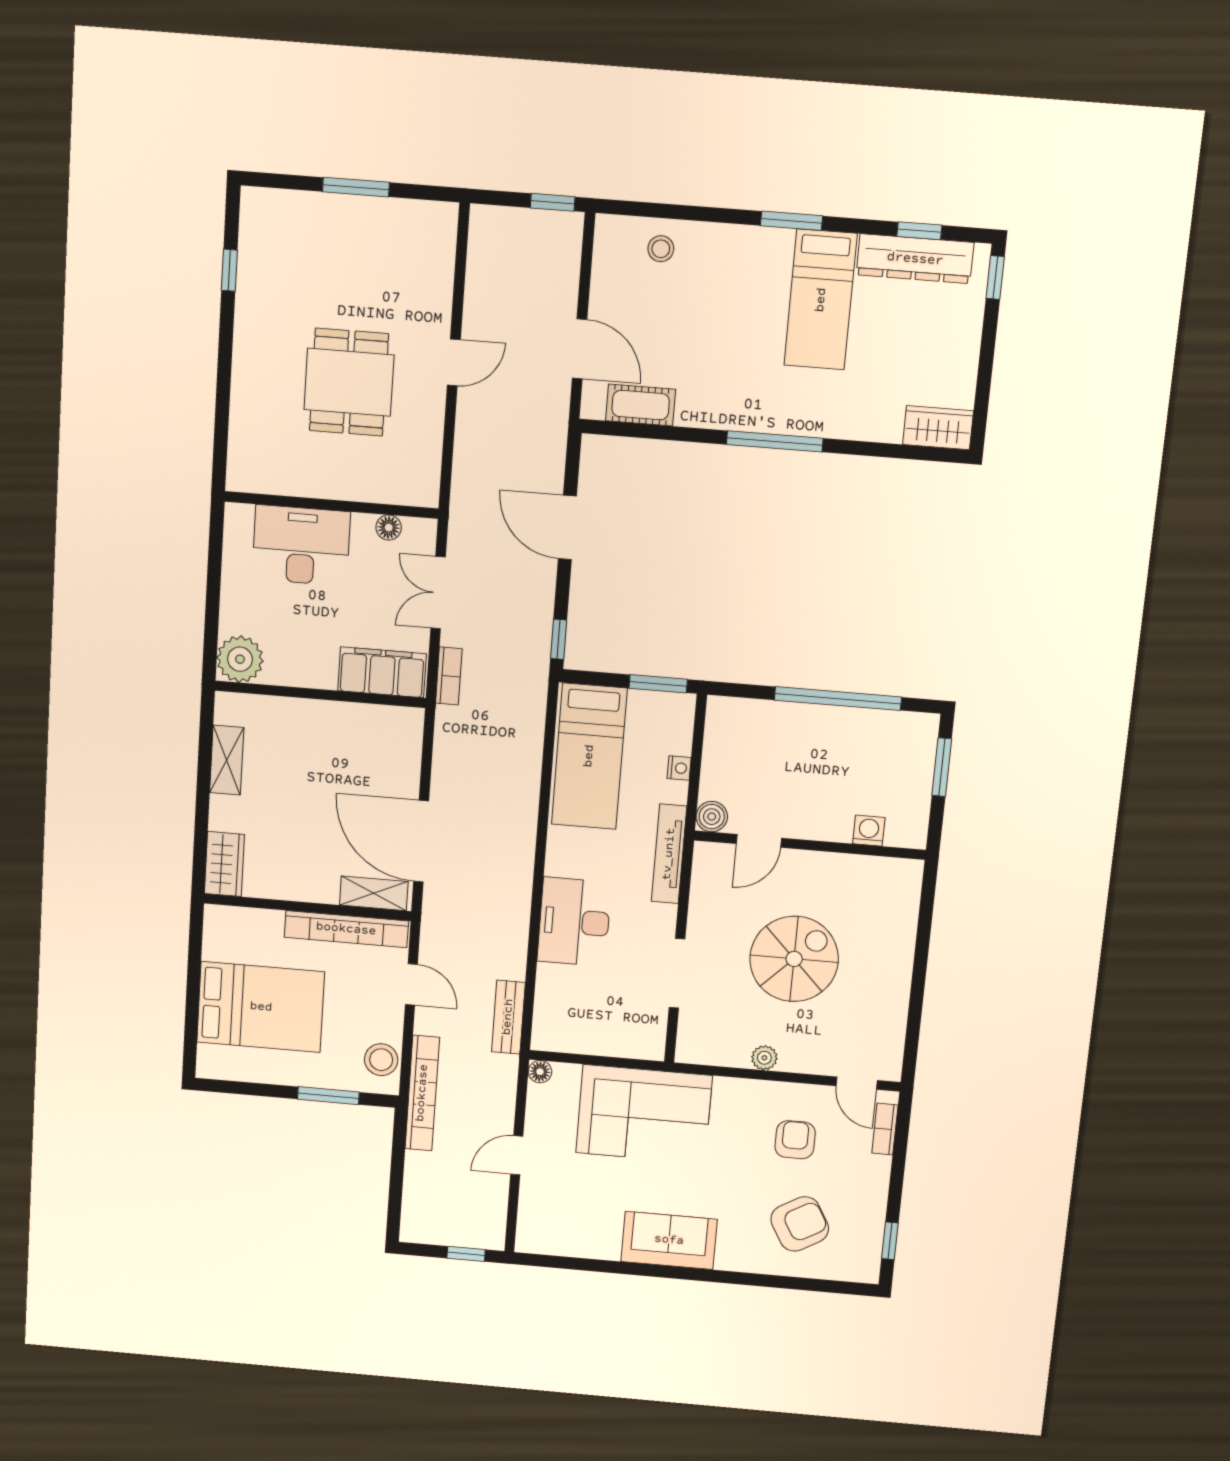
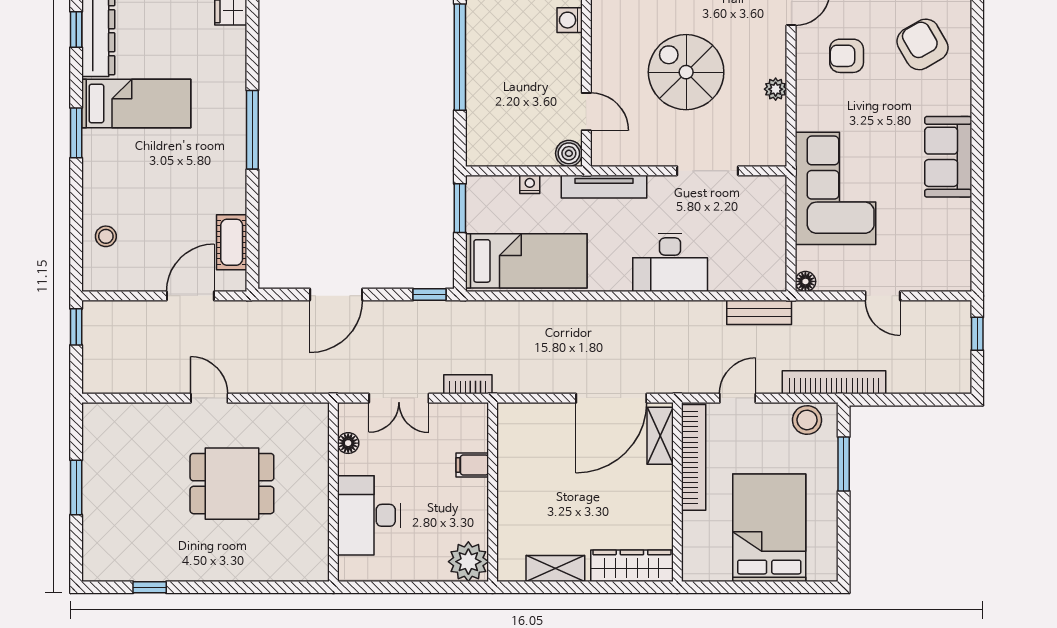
filing cabinet: (382, 672) -> (472, 465), width x0.33, depth x0.86
wardrobe: (224, 864) -> (632, 566), width x1.50

